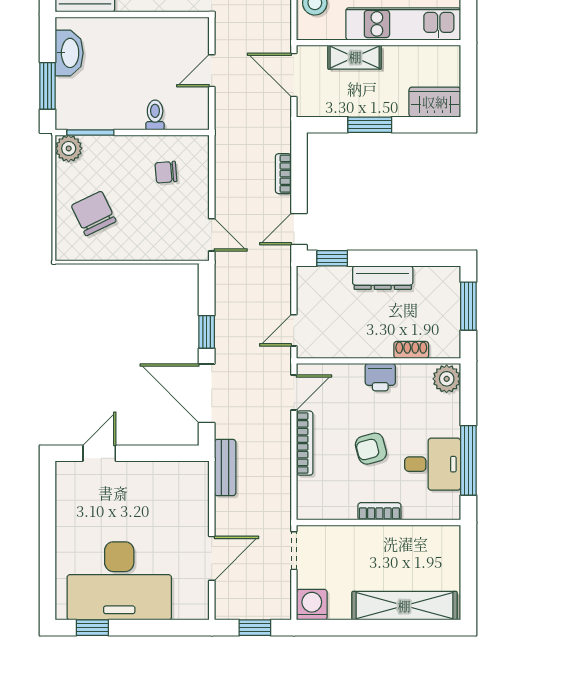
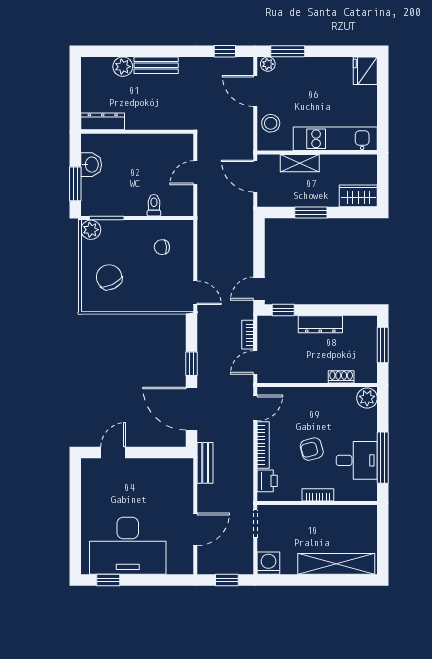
washbasin: (69, 53) -> (91, 165), width x0.72
bookcase: (283, 174) -> (248, 335), moved
printer: (380, 377) -> (267, 481), moved, turned -90

